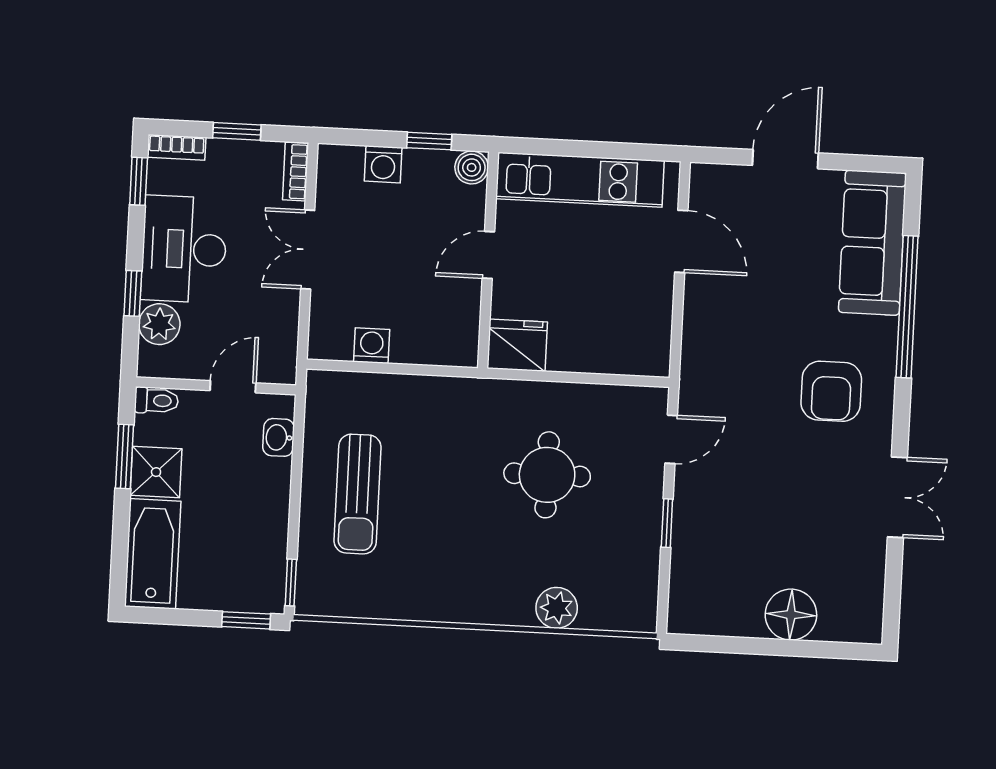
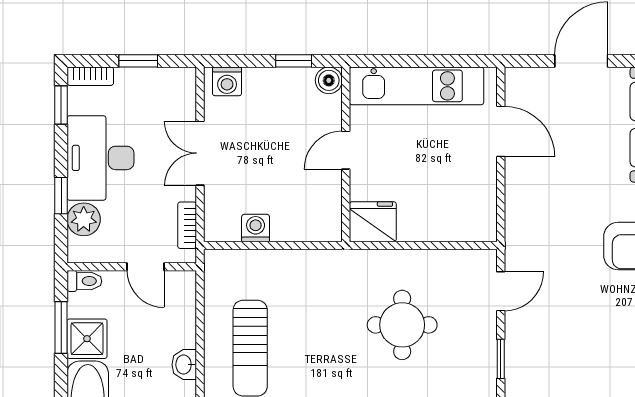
washing machine: (383, 164) -> (227, 81), moved
bookcase: (296, 172) -> (187, 225), moved
door: (233, 387) -> (146, 267), swing flipped
washbasin: (278, 437) -> (184, 365), moved

